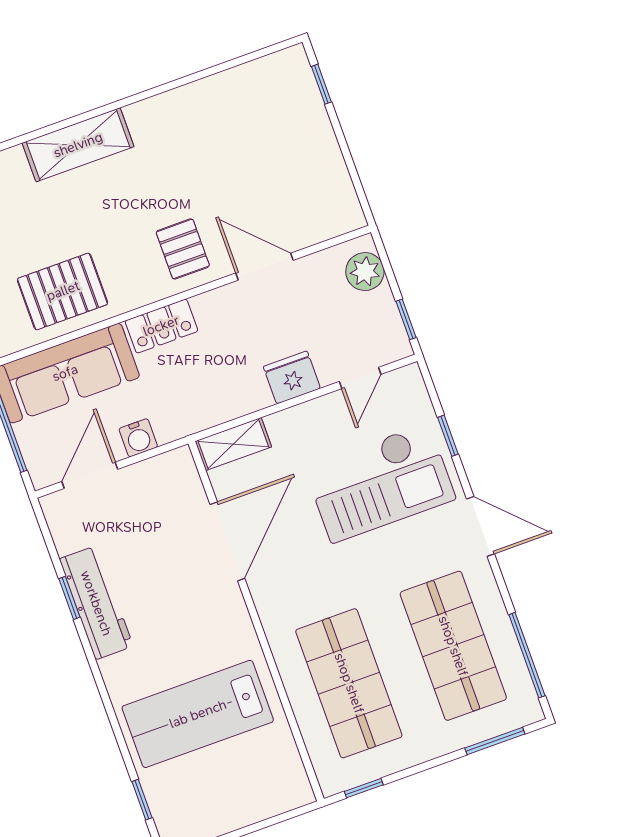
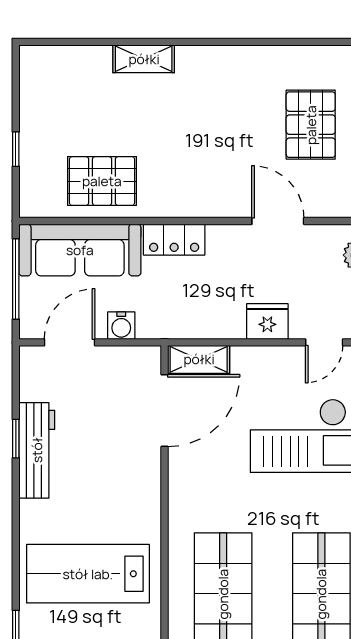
shelving: (78, 145) -> (144, 59), width x0.67, depth x0.75
pallet: (183, 249) -> (311, 125), moved, width x1.50, depth x1.42
door: (227, 541) -> (164, 411), moved

